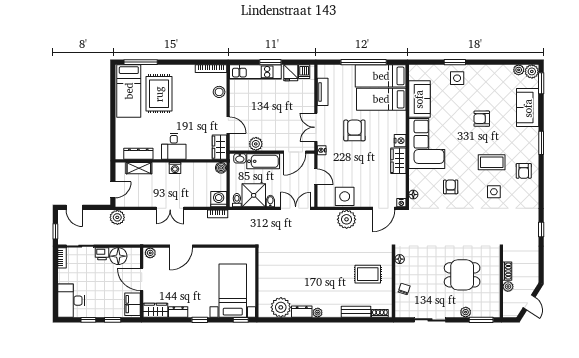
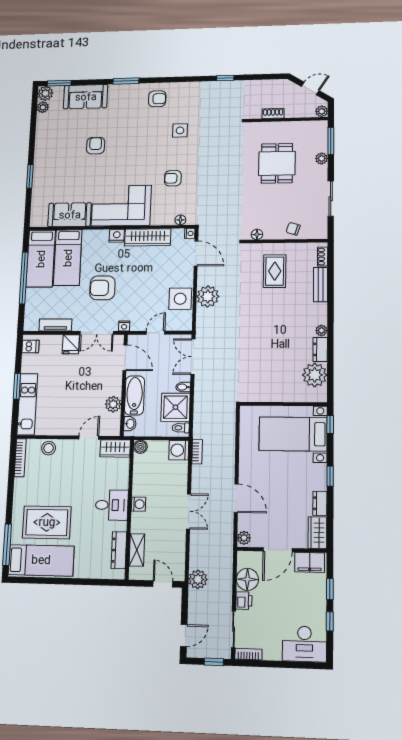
fridge: (291, 73) -> (71, 344), moved, turned 90
side table: (457, 78) -> (48, 174), removed
armchair: (482, 119) -> (96, 146), turned 180
wardrobe: (398, 161) -> (148, 237), width x1.50
coffee table: (492, 162) -> (146, 134), removed
plant: (508, 286) -> (322, 111), moved

